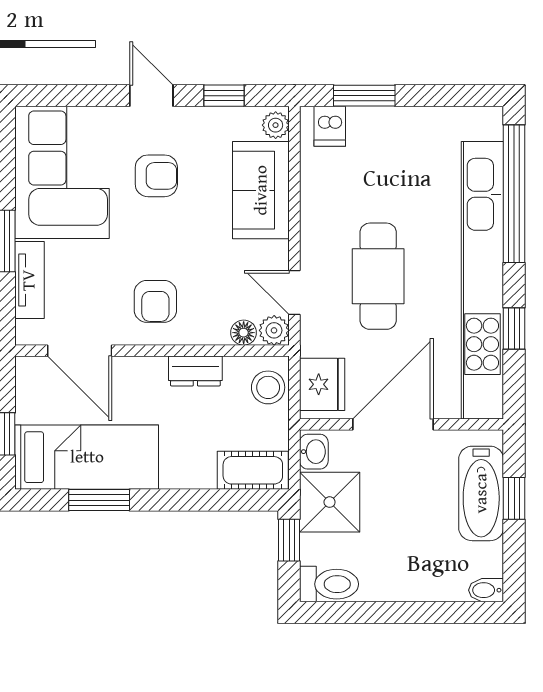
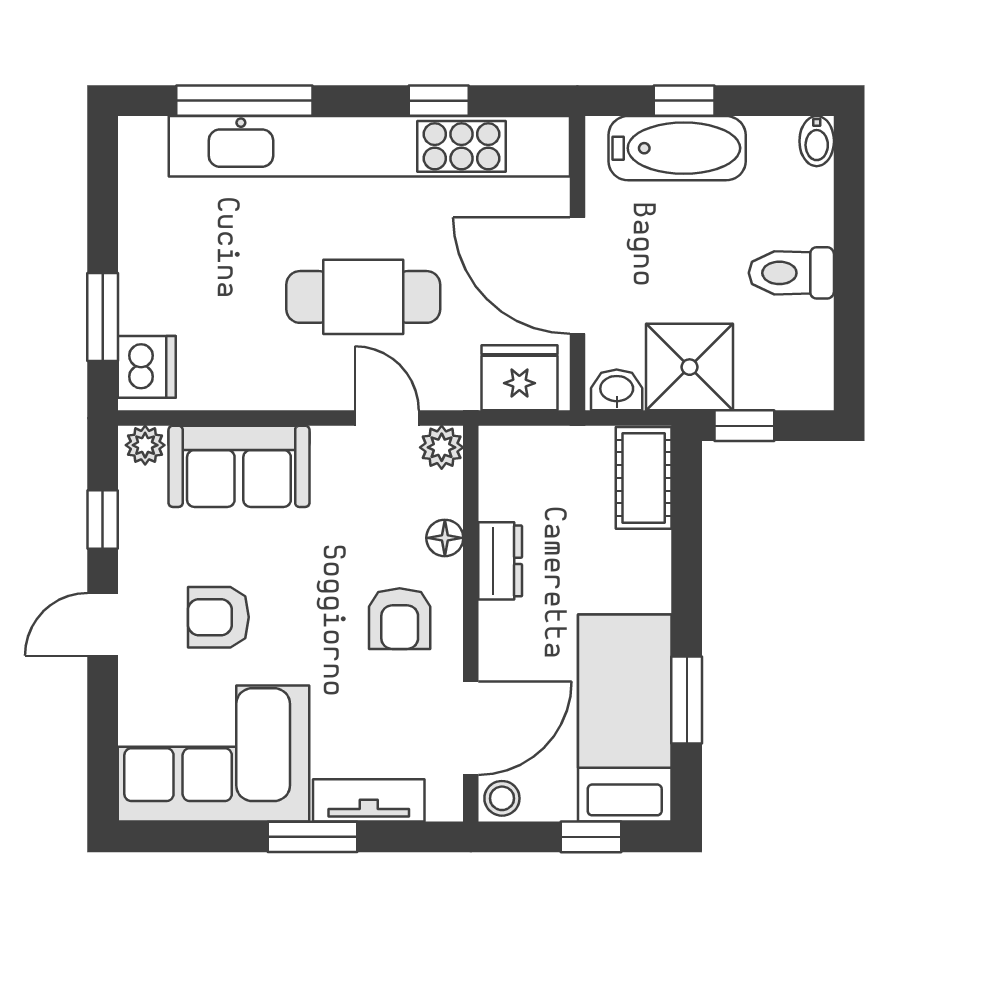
dishwasher: (330, 126) -> (147, 367), width x1.38
armchair: (156, 176) -> (218, 617), turned -90
window: (514, 194) -> (244, 101), width x0.68
door: (294, 292) -> (387, 418), swing flipped
armchair: (155, 301) -> (400, 619), turned 90
floor lamp: (244, 333) -> (445, 538), moved
stool: (268, 387) -> (502, 798), moved, width x0.73, depth x0.73
toilet: (329, 584) -> (791, 273), moved, turned -90

